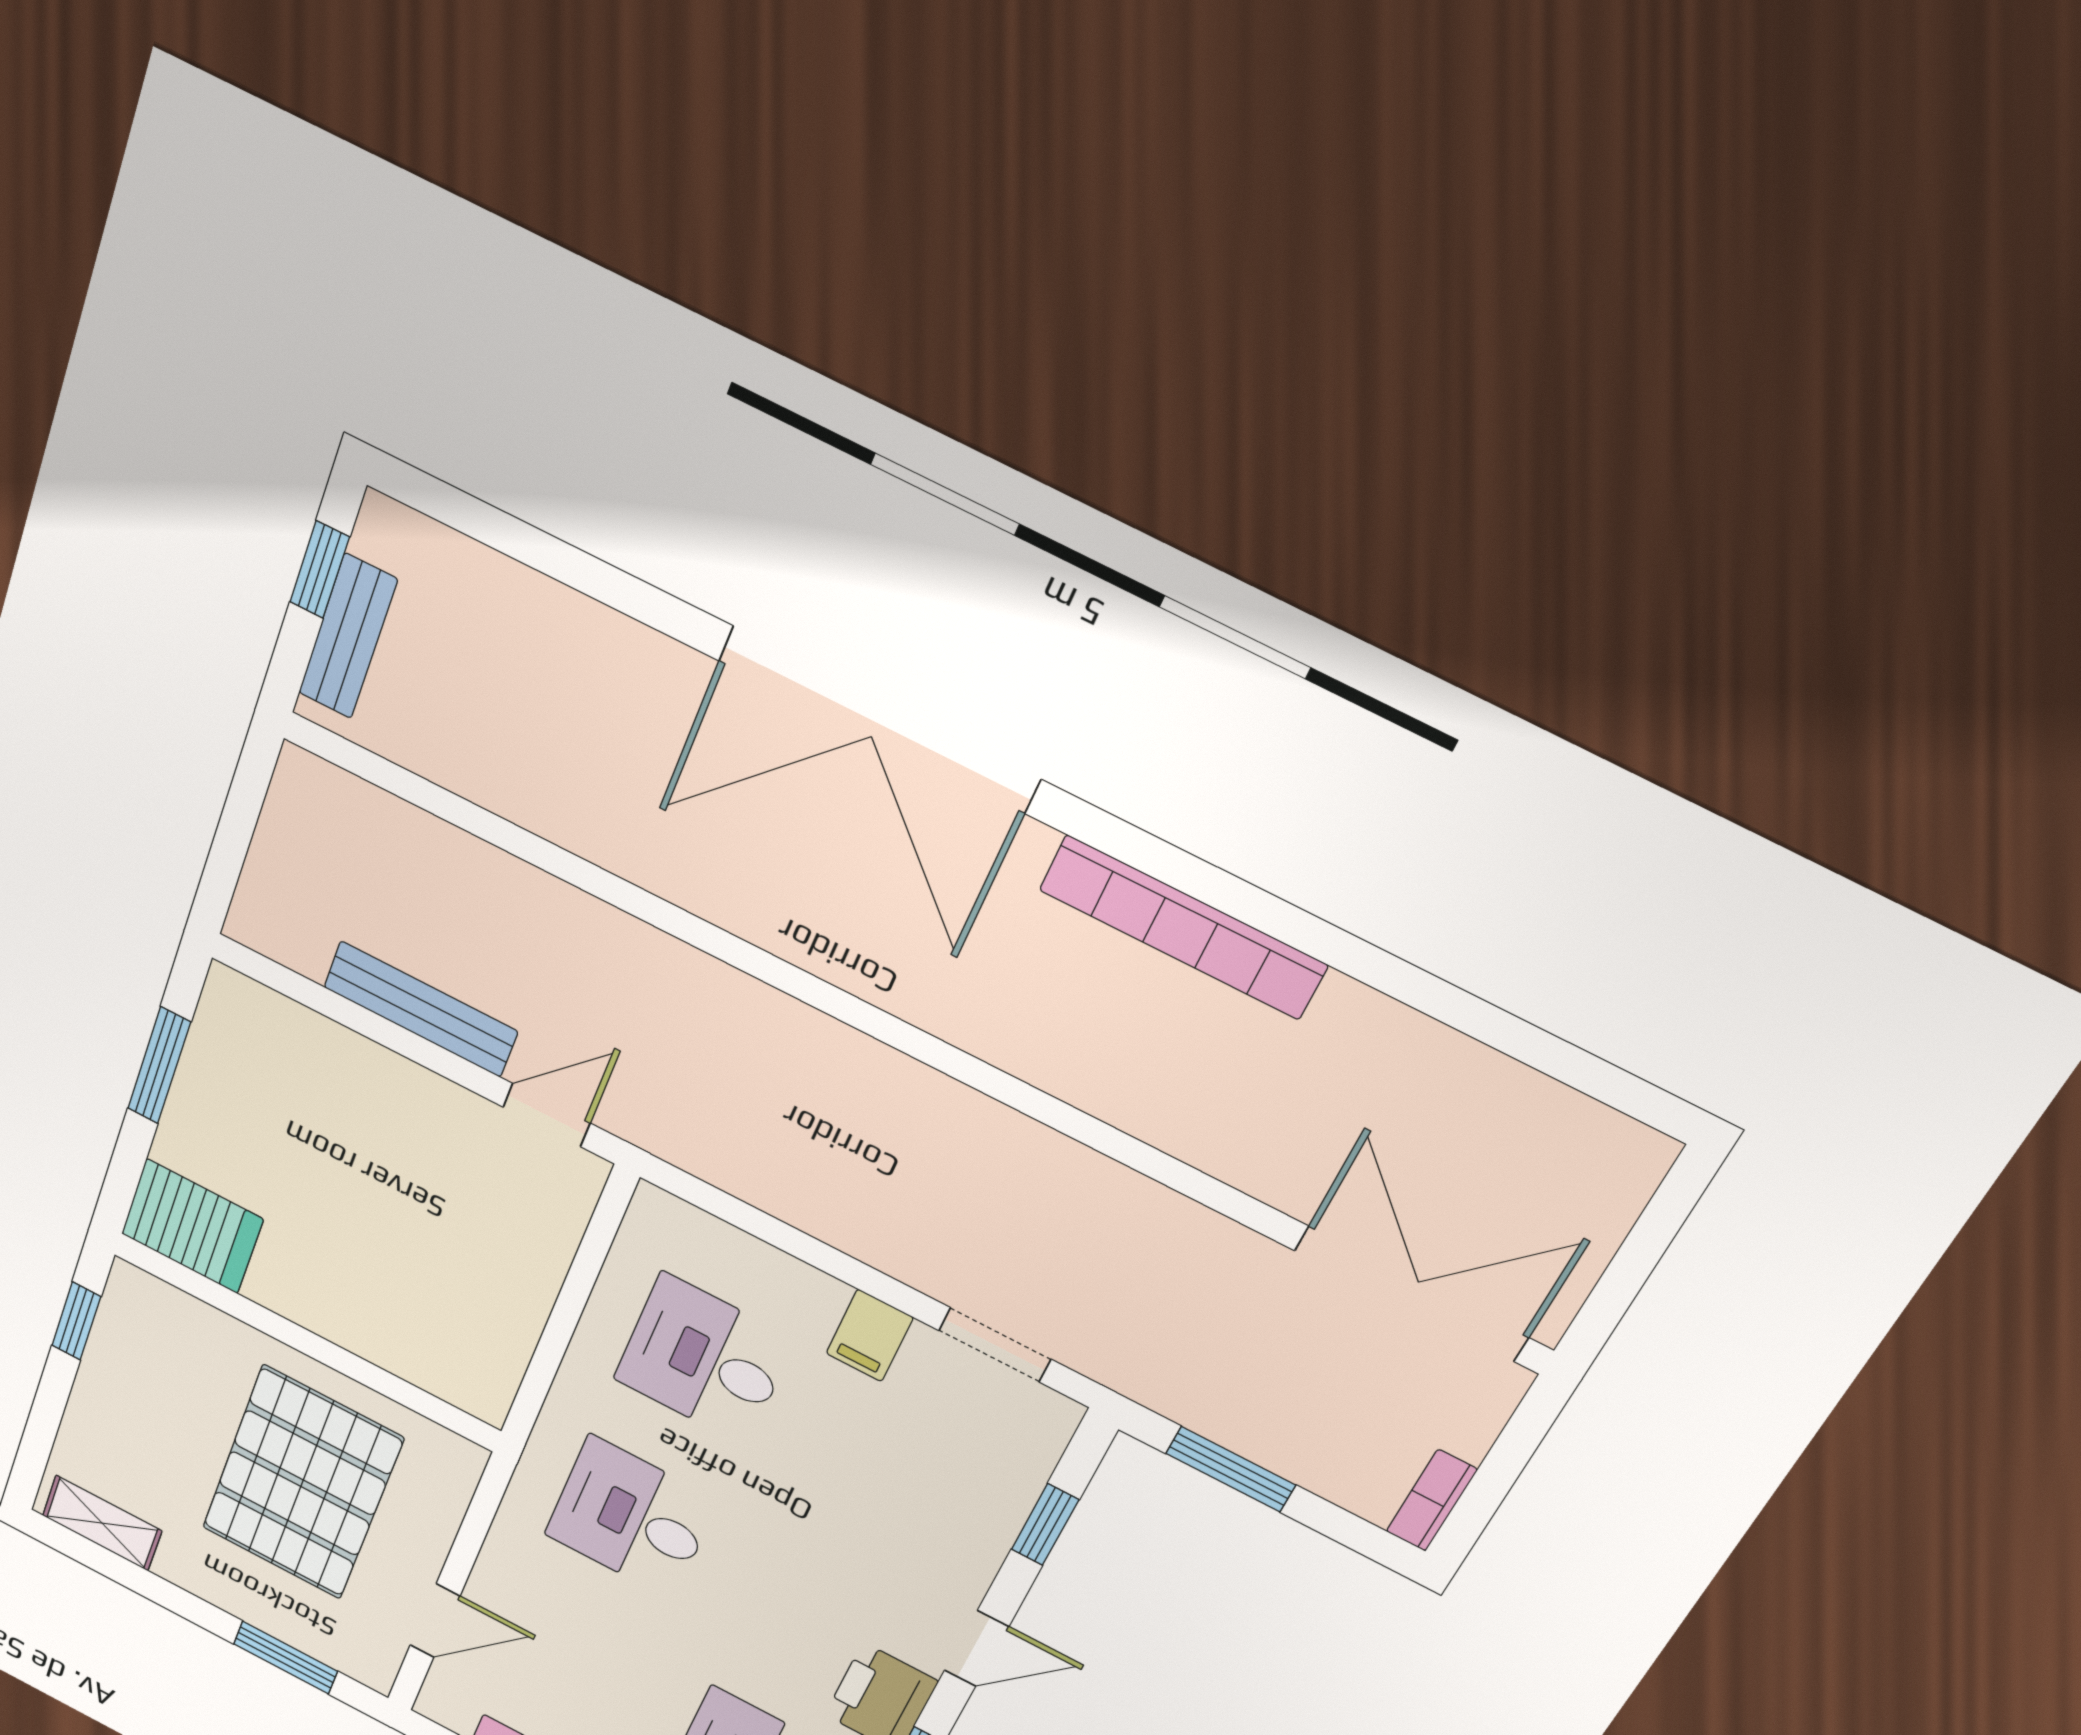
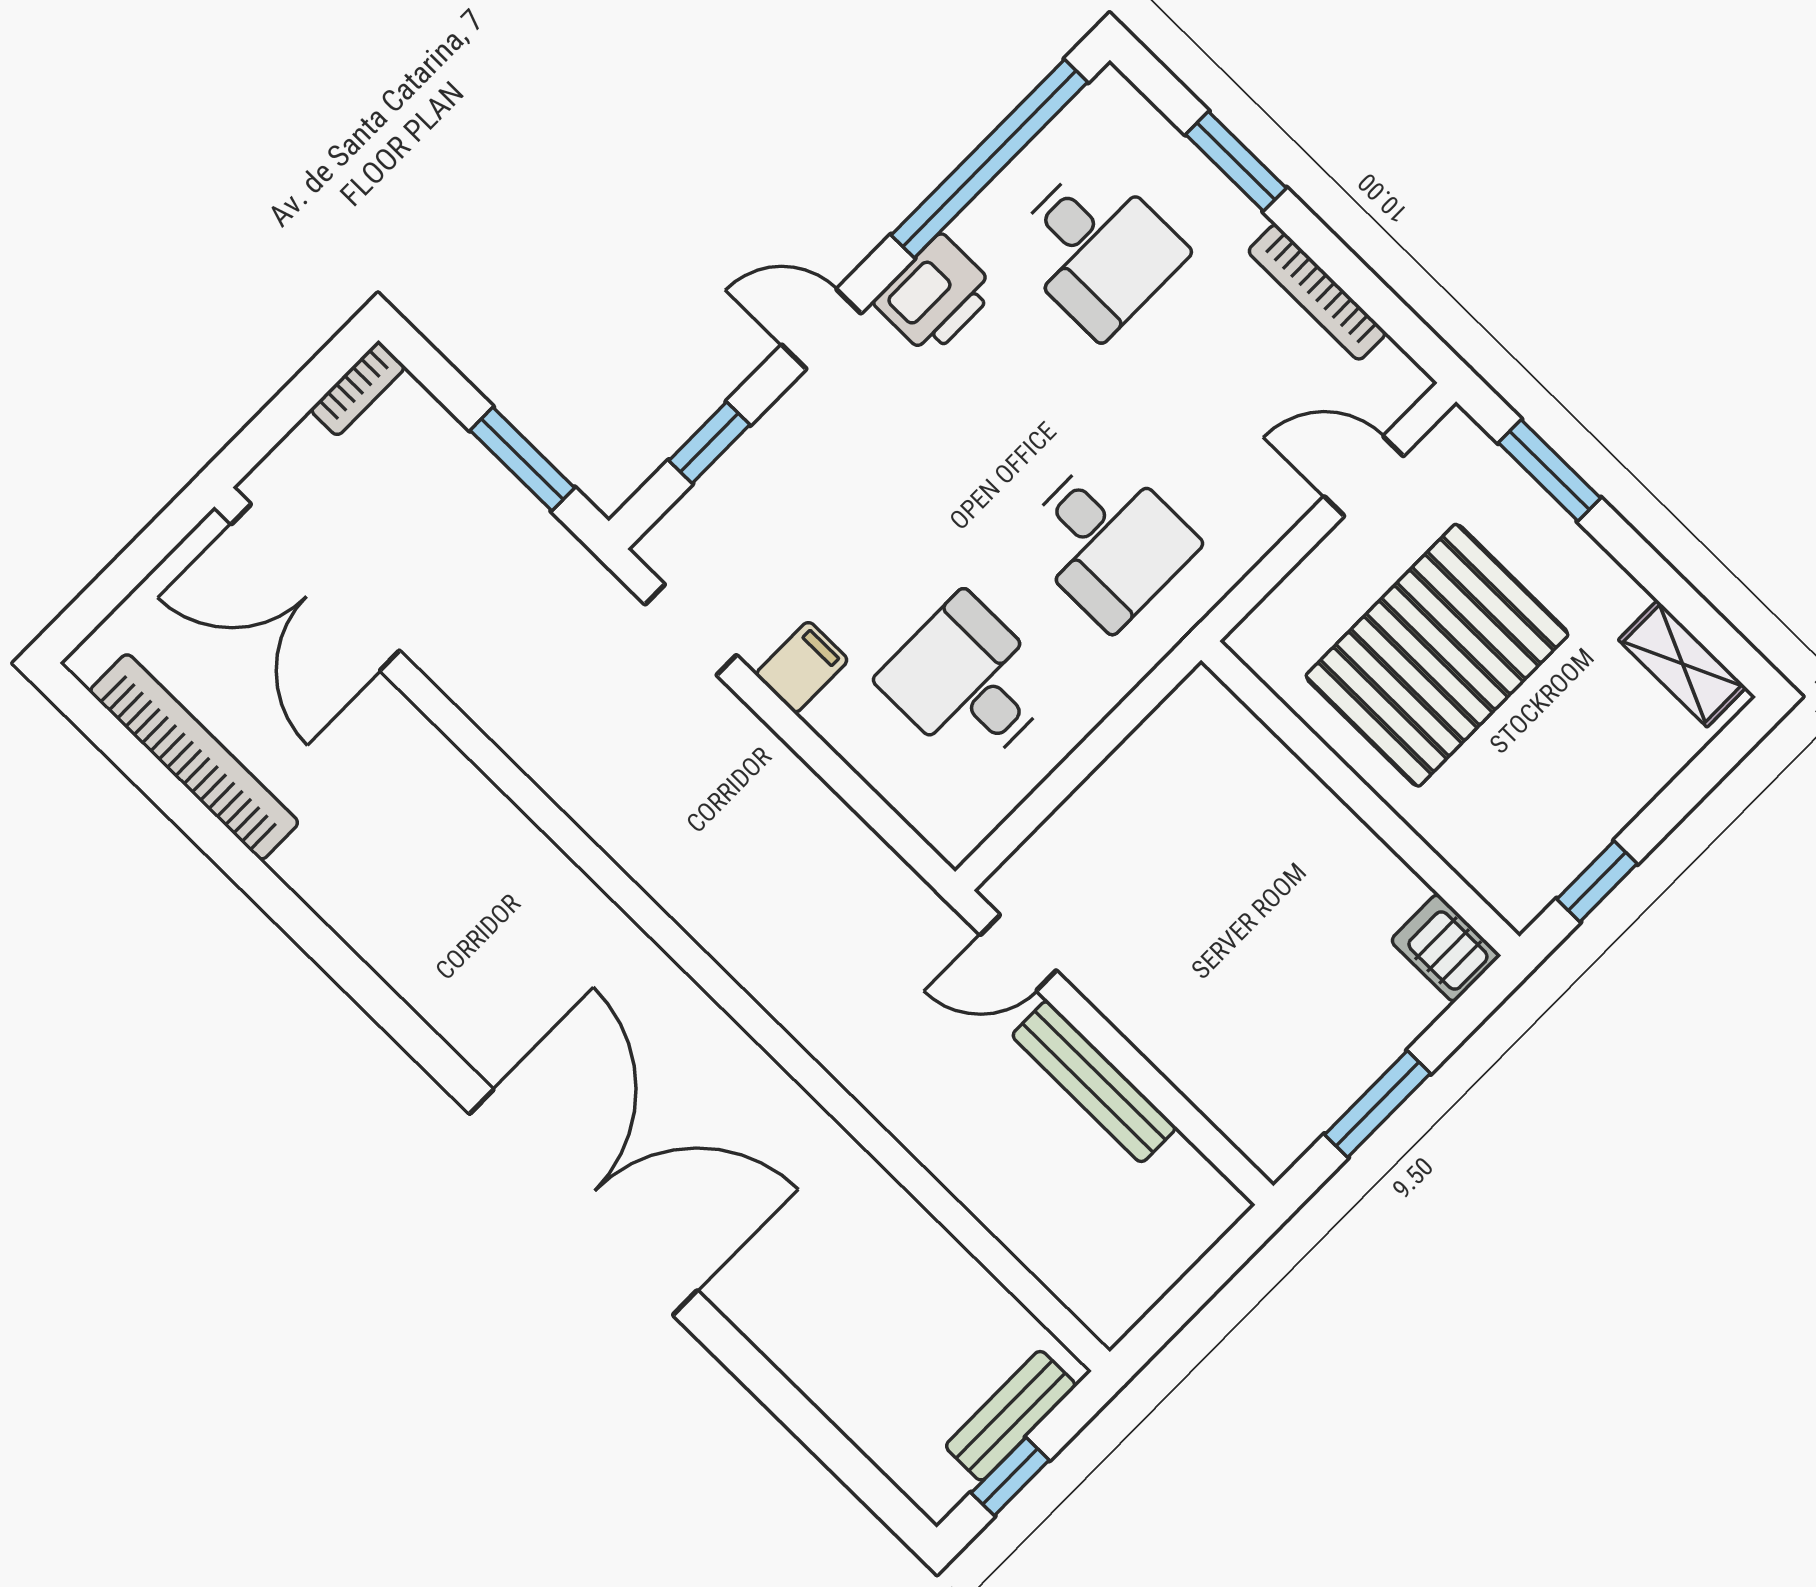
bookcase: (1183, 927) -> (194, 757), moved
server rack: (192, 1226) -> (1445, 948), width x0.73, depth x0.70
desk: (704, 1359) -> (968, 683), turned 180

